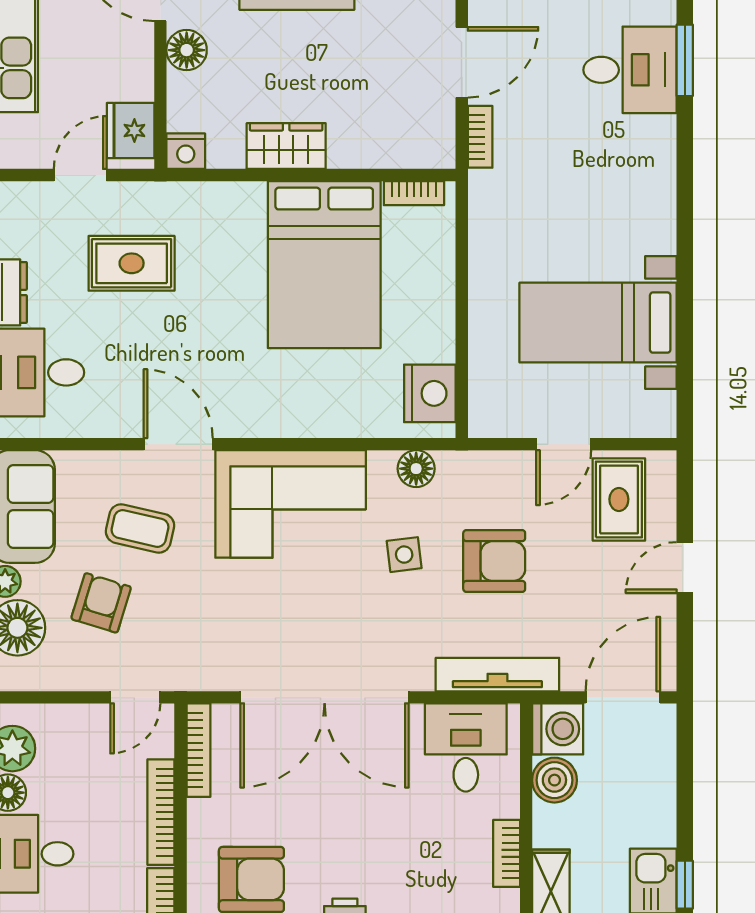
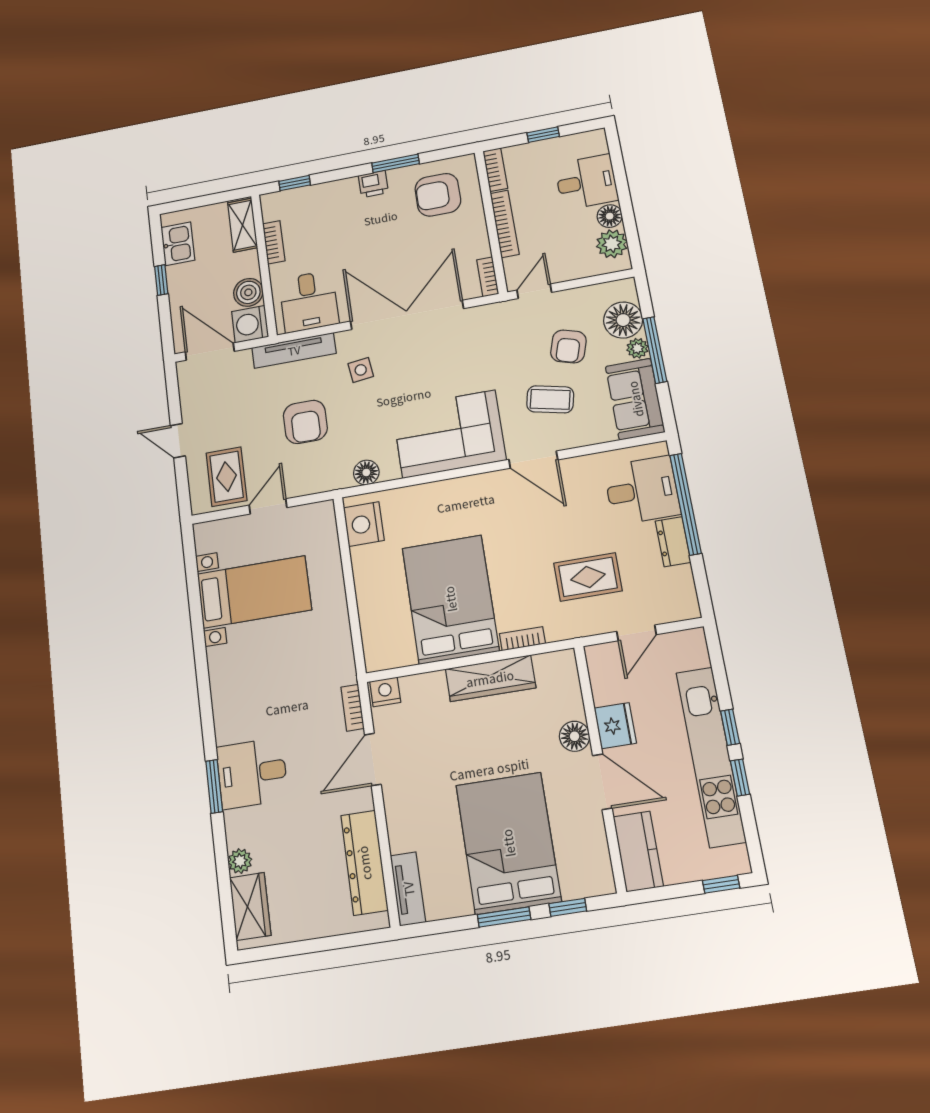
fridge: (131, 131) -> (615, 726), moved
wardrobe: (286, 146) -> (490, 678), width x1.50
nightstand: (186, 151) -> (385, 692), moved
bookcase: (414, 193) -> (522, 639), moved
side table: (404, 555) -> (361, 370), moved
armchair: (494, 561) -> (305, 422), turned -90
door: (685, 568) -> (178, 441), swing flipped
door: (623, 697) -> (210, 352), swing flipped
bookcase: (199, 750) -> (488, 277), width x0.64
window: (685, 885) -> (161, 280), moved

